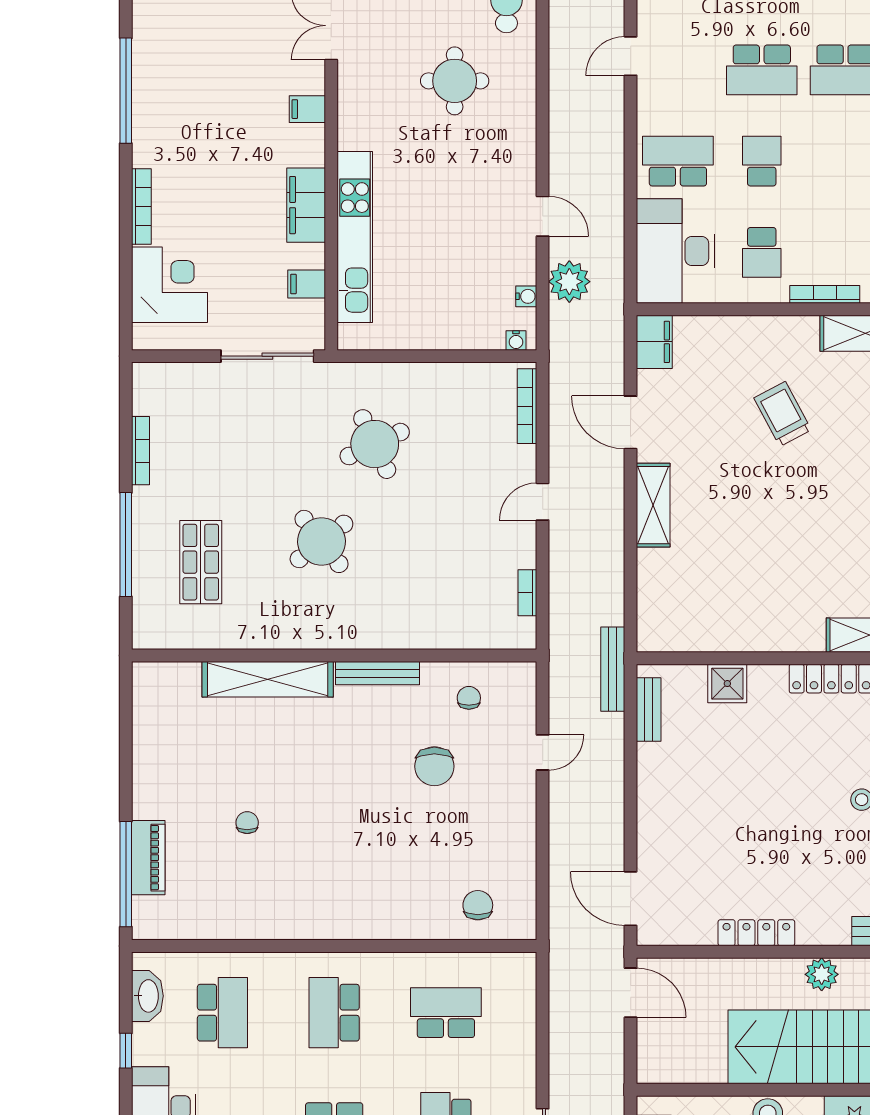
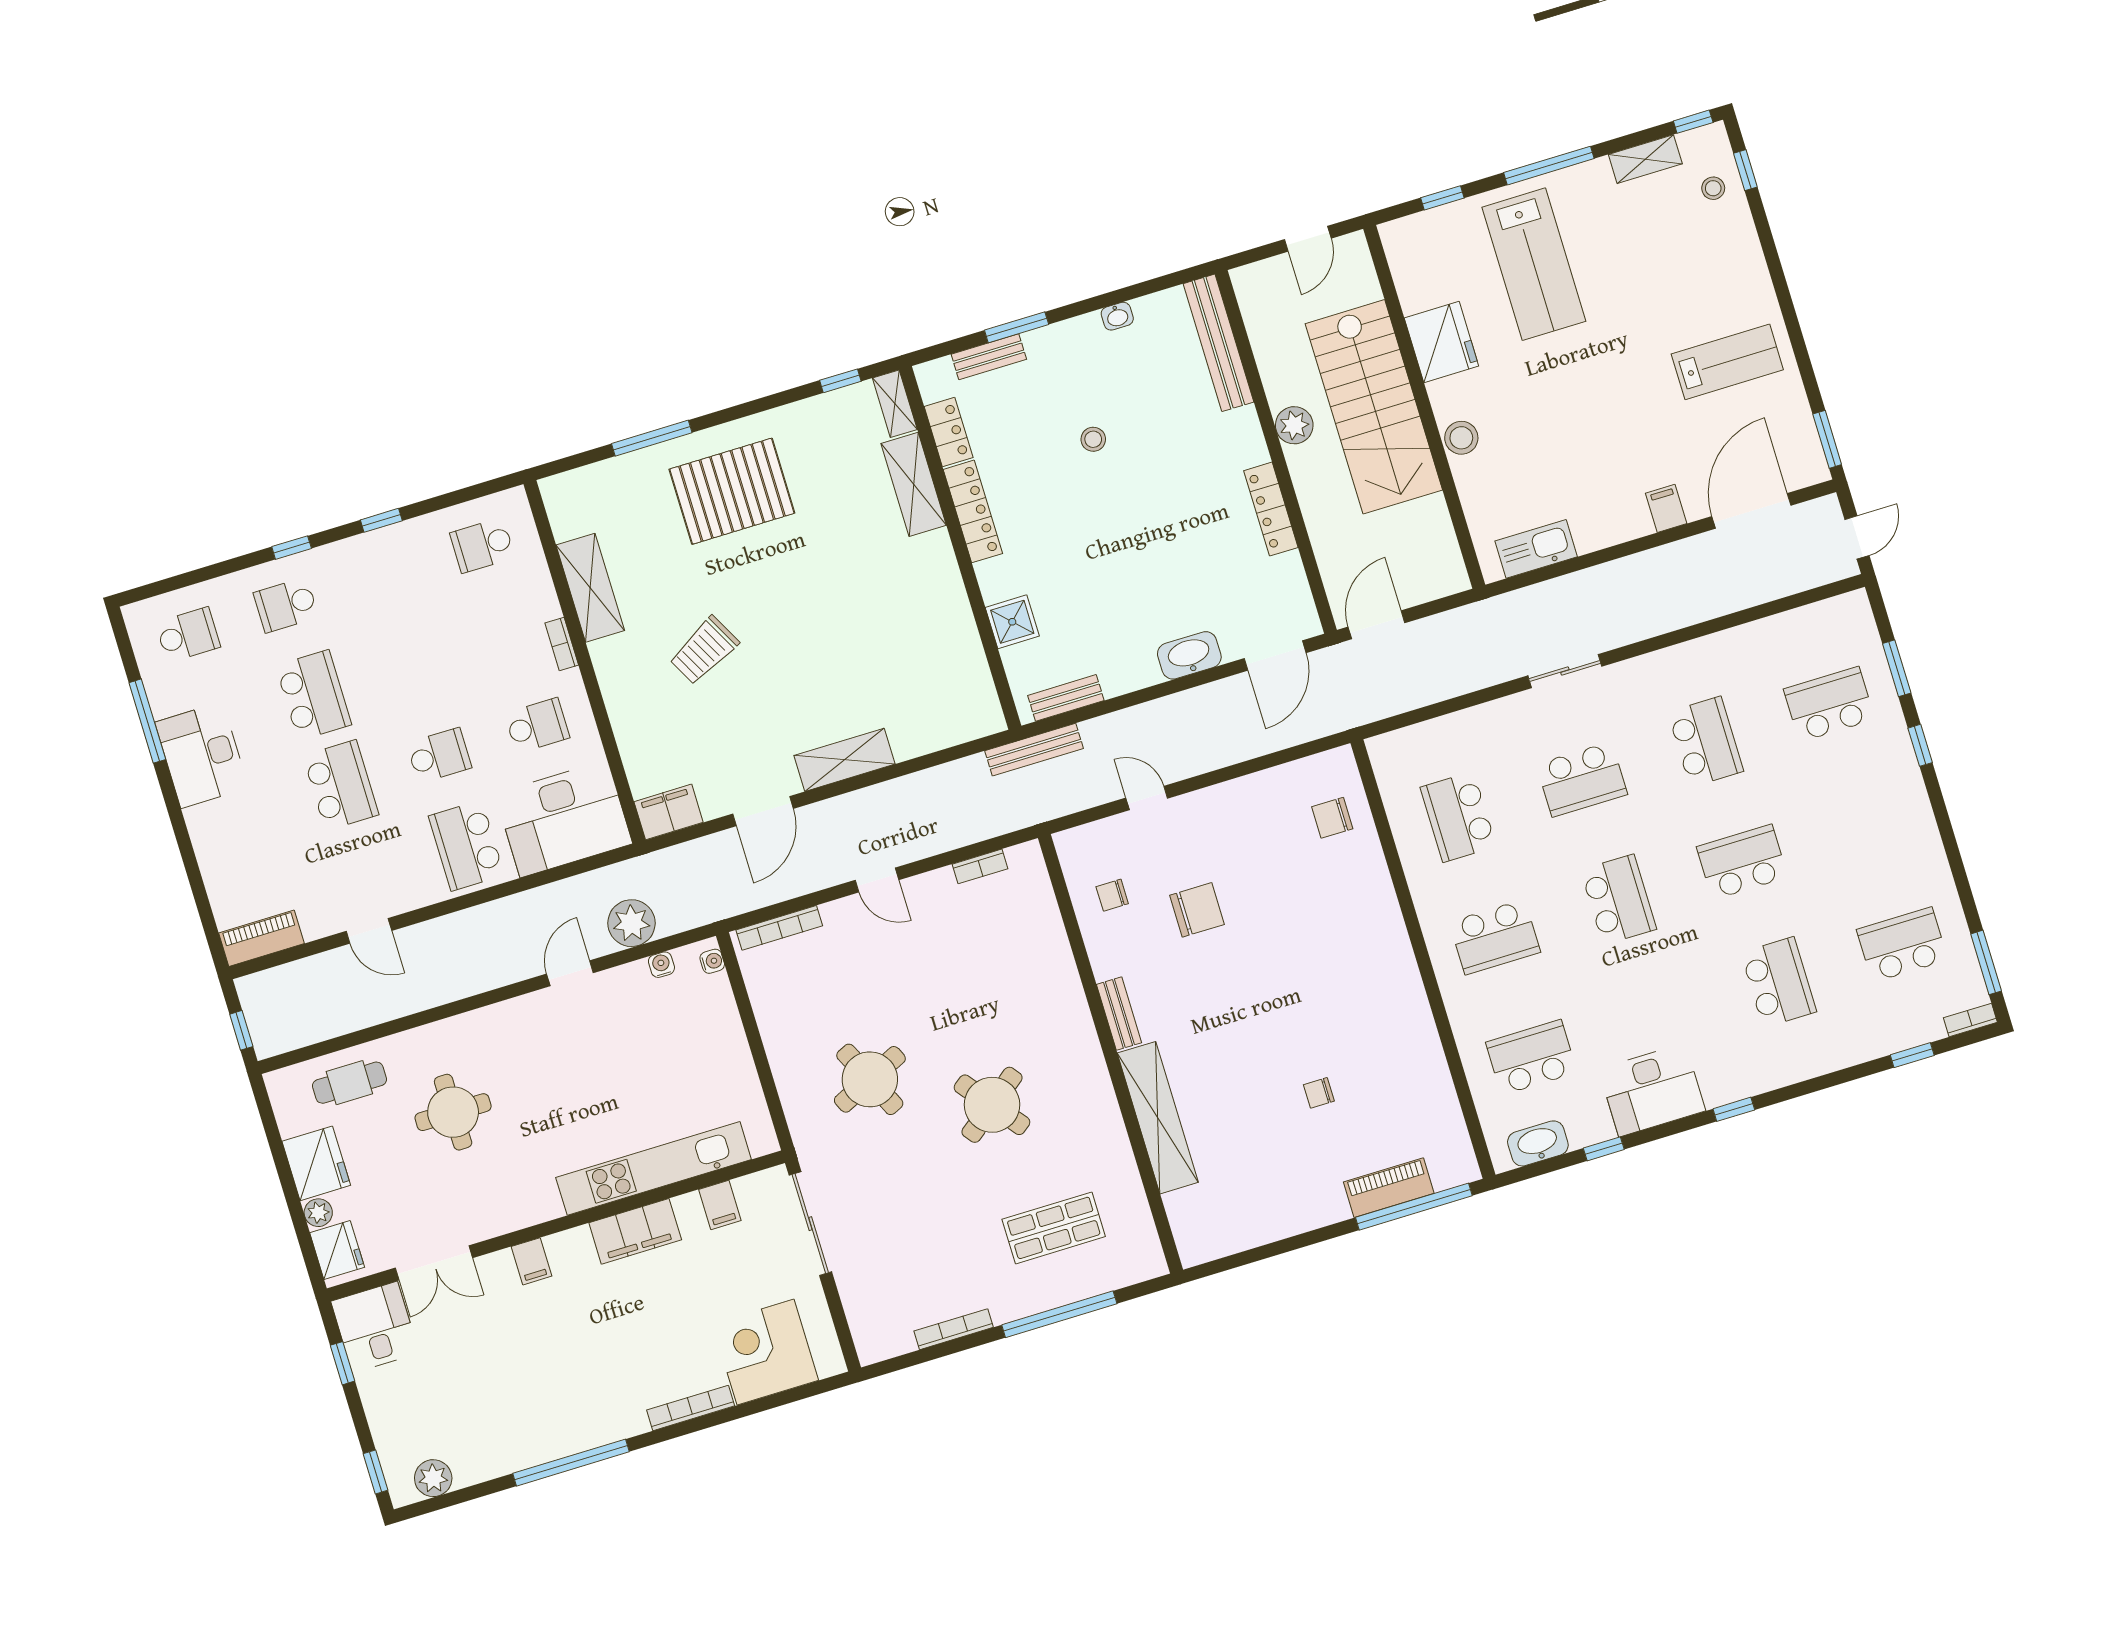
school desk: (762, 161) -> (439, 755), turned 180
bookcase: (825, 294) -> (562, 644), width x0.64
bench: (377, 673) -> (1119, 1014), width x0.73
washbasin: (653, 826) -> (1189, 655), added

